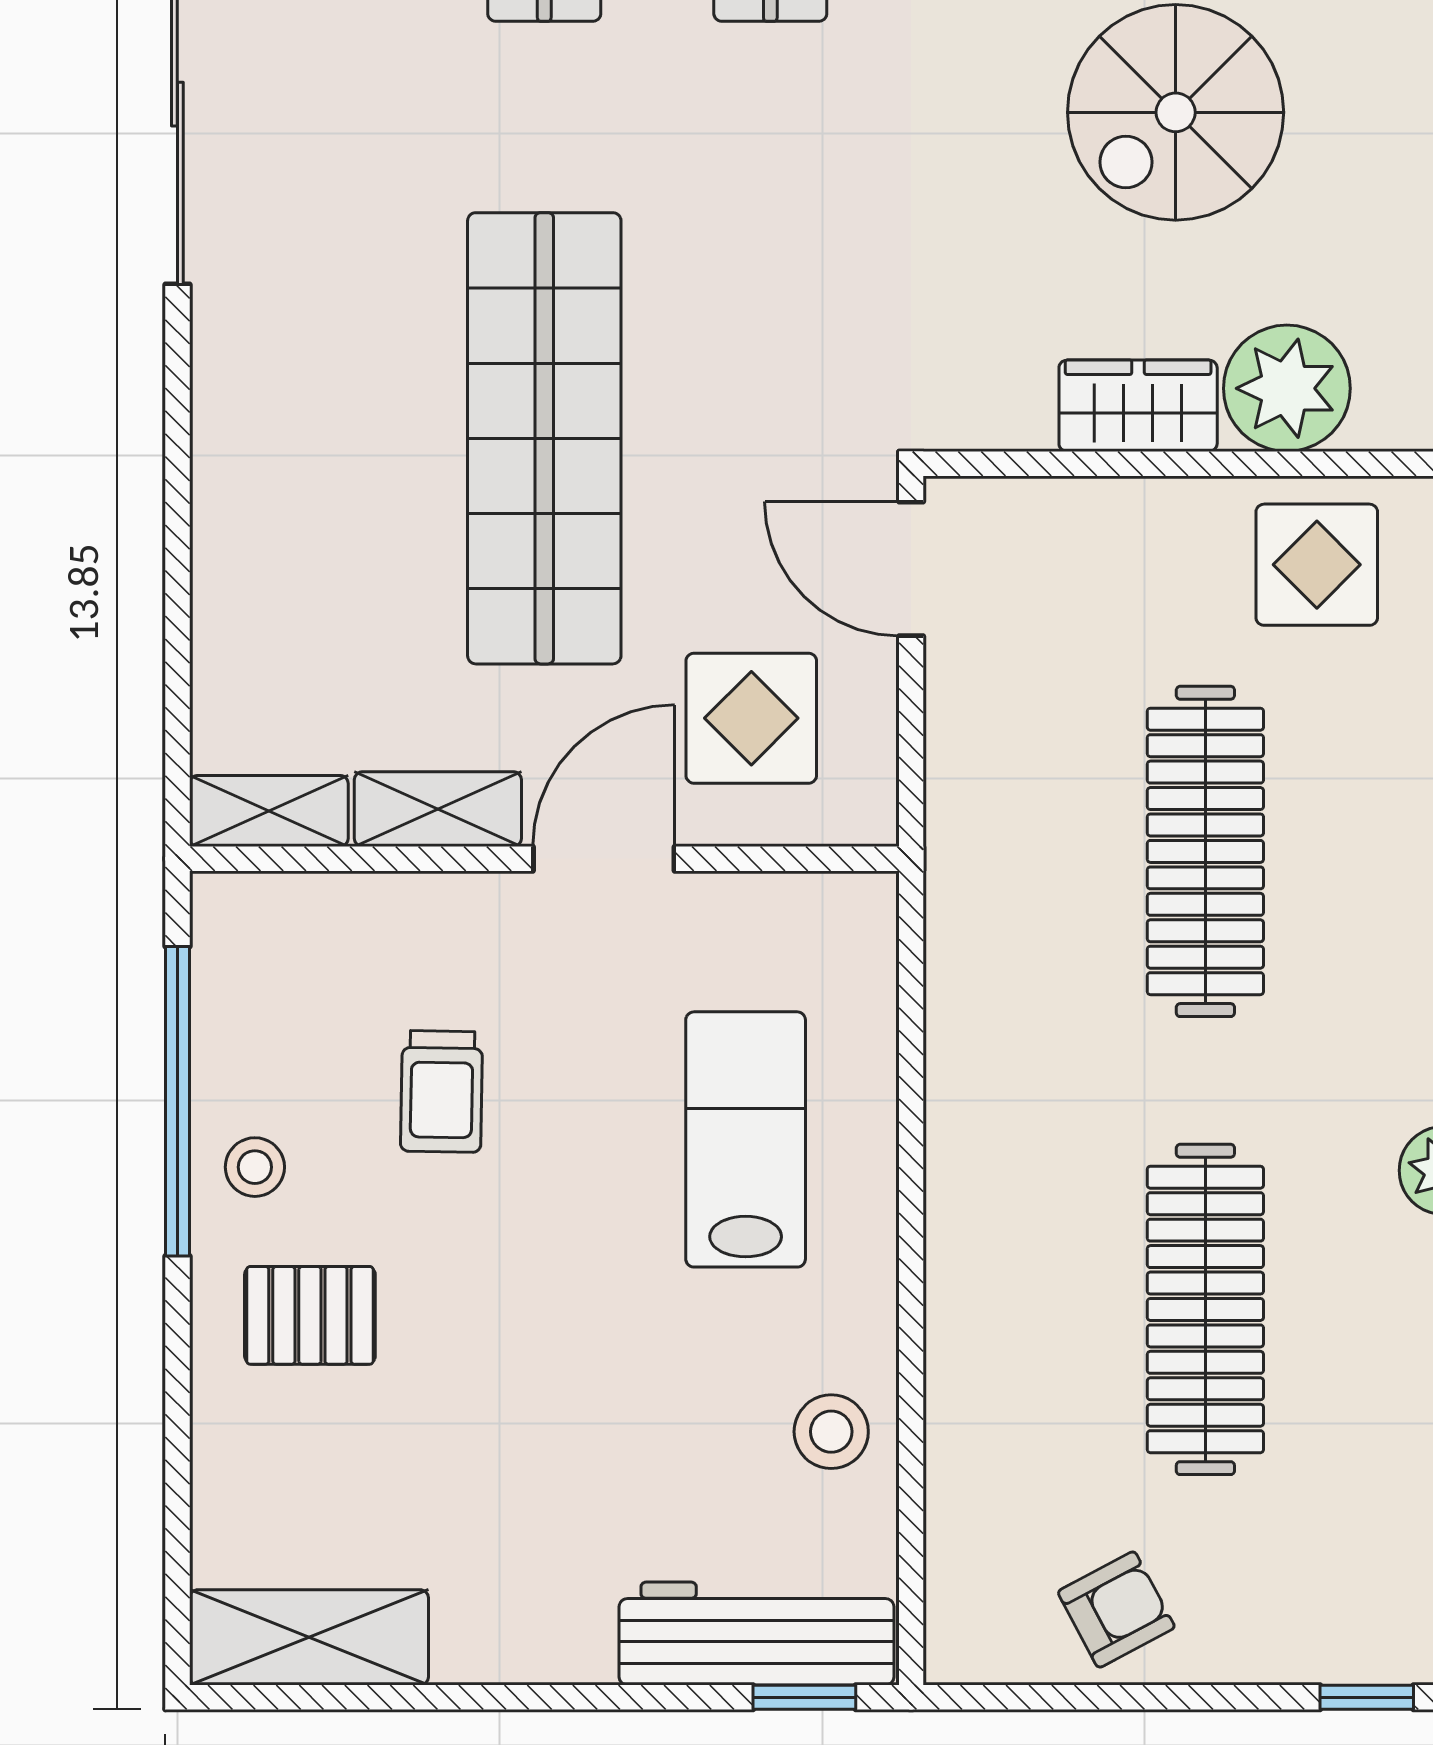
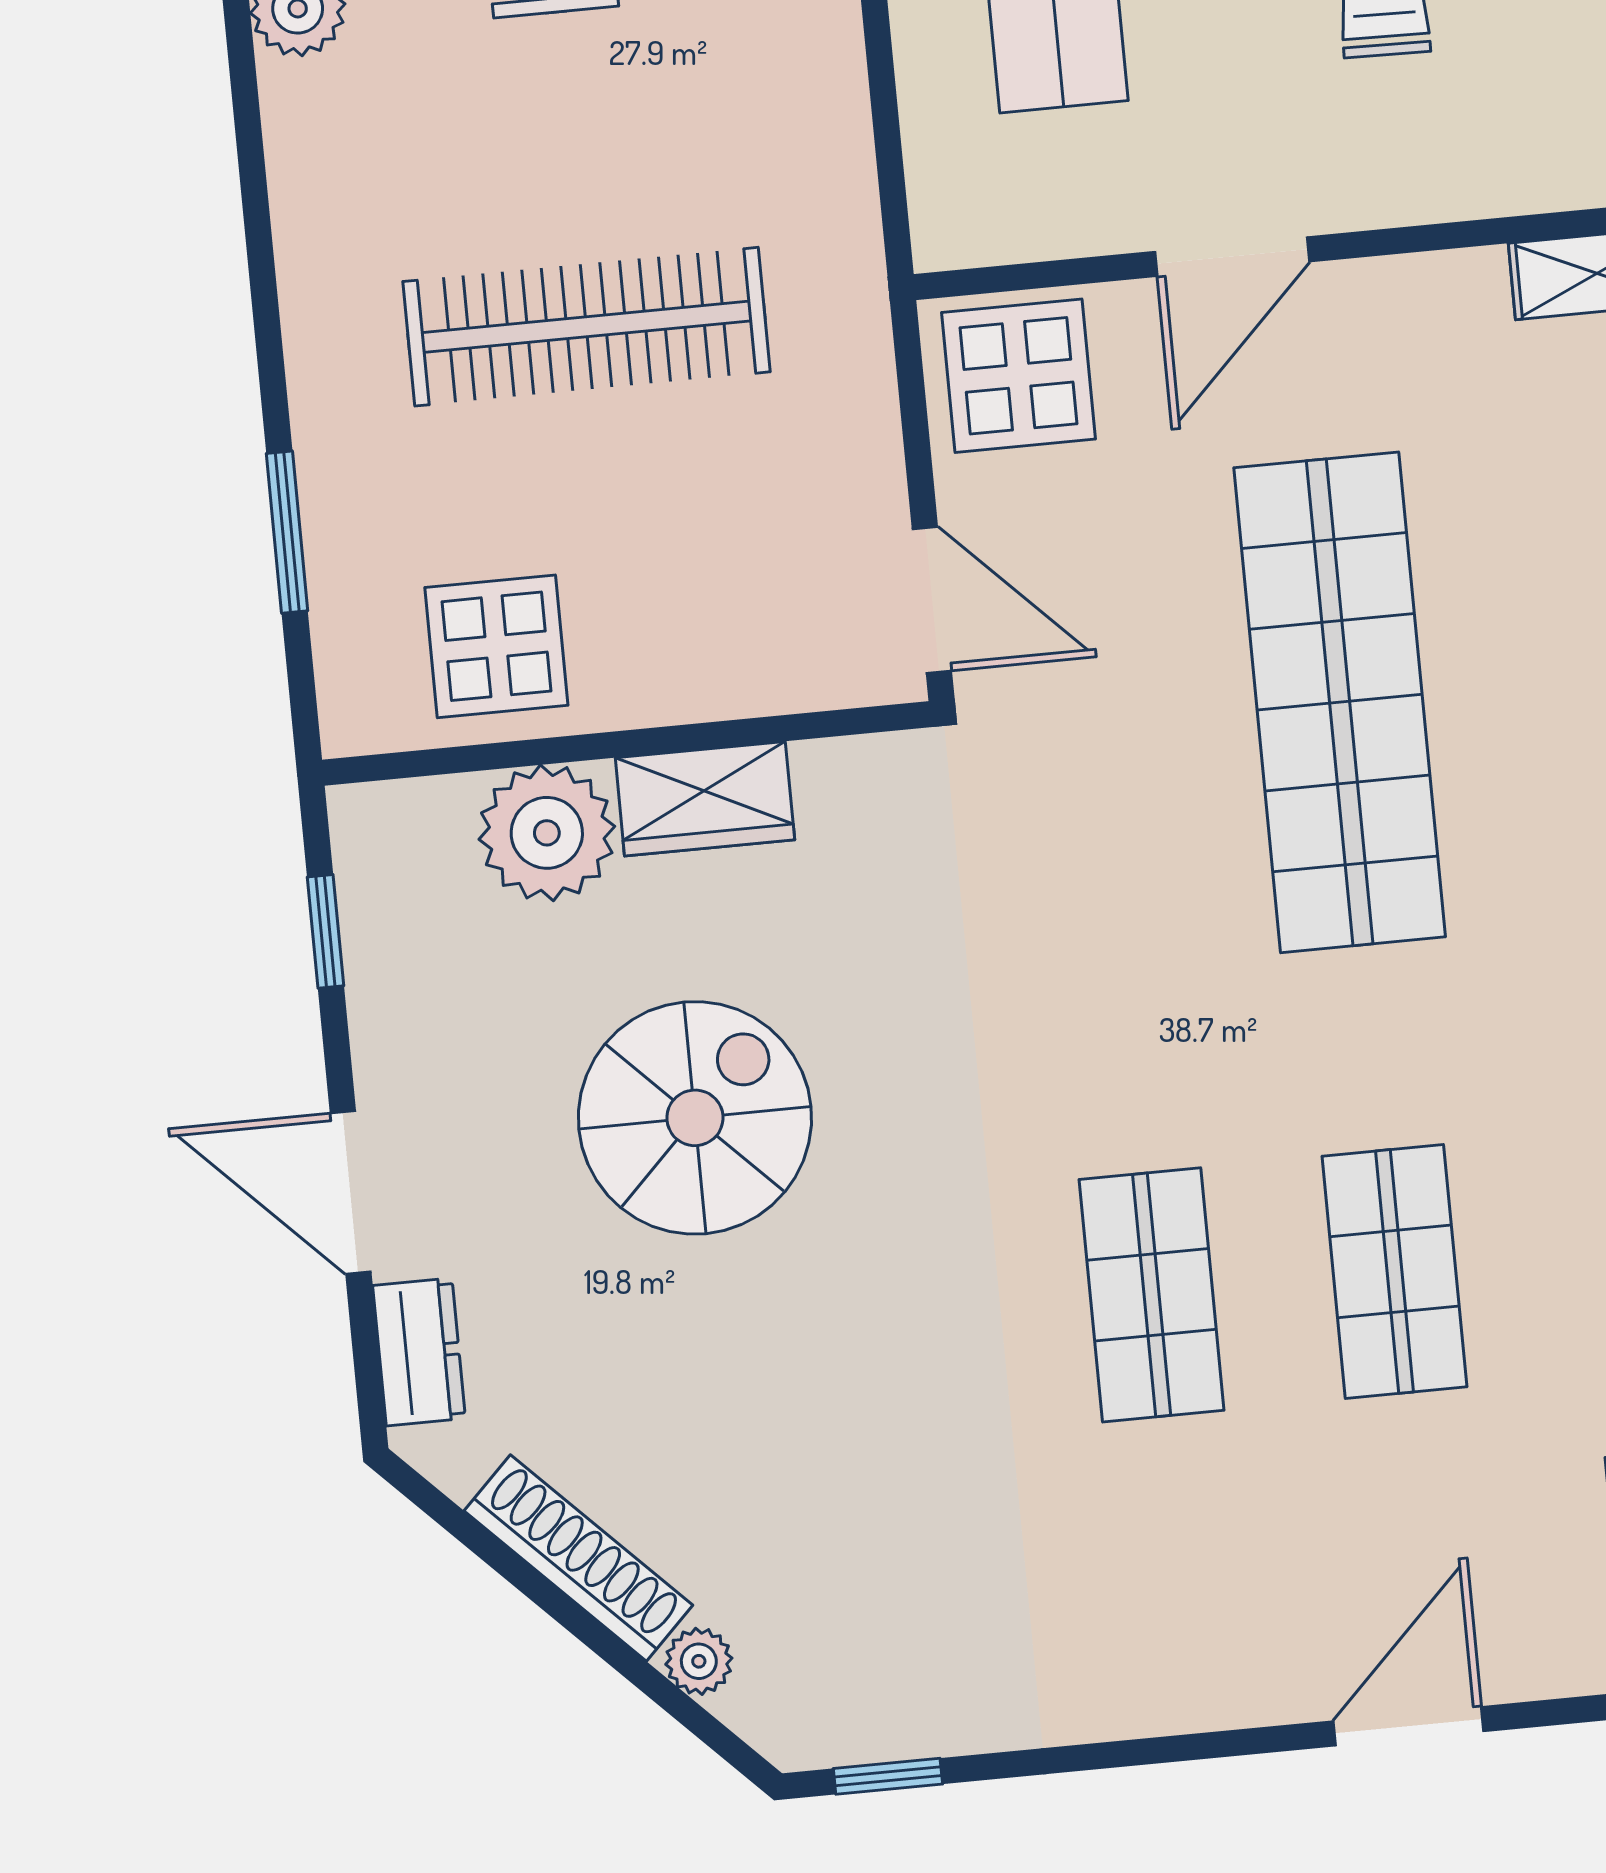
display table: (751, 718) -> (1019, 376), moved
shelving: (438, 809) -> (1416, 293), removed
clothes rail: (1205, 851) -> (586, 327), turned 90

